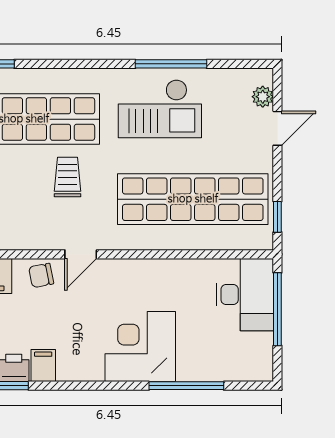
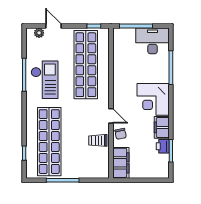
trolley: (67, 177) -> (98, 140), moved
desk: (245, 295) -> (152, 41), moved
corner desk: (140, 347) -> (153, 99), moved
filing cabinet: (43, 366) -> (162, 127), width x2.00

